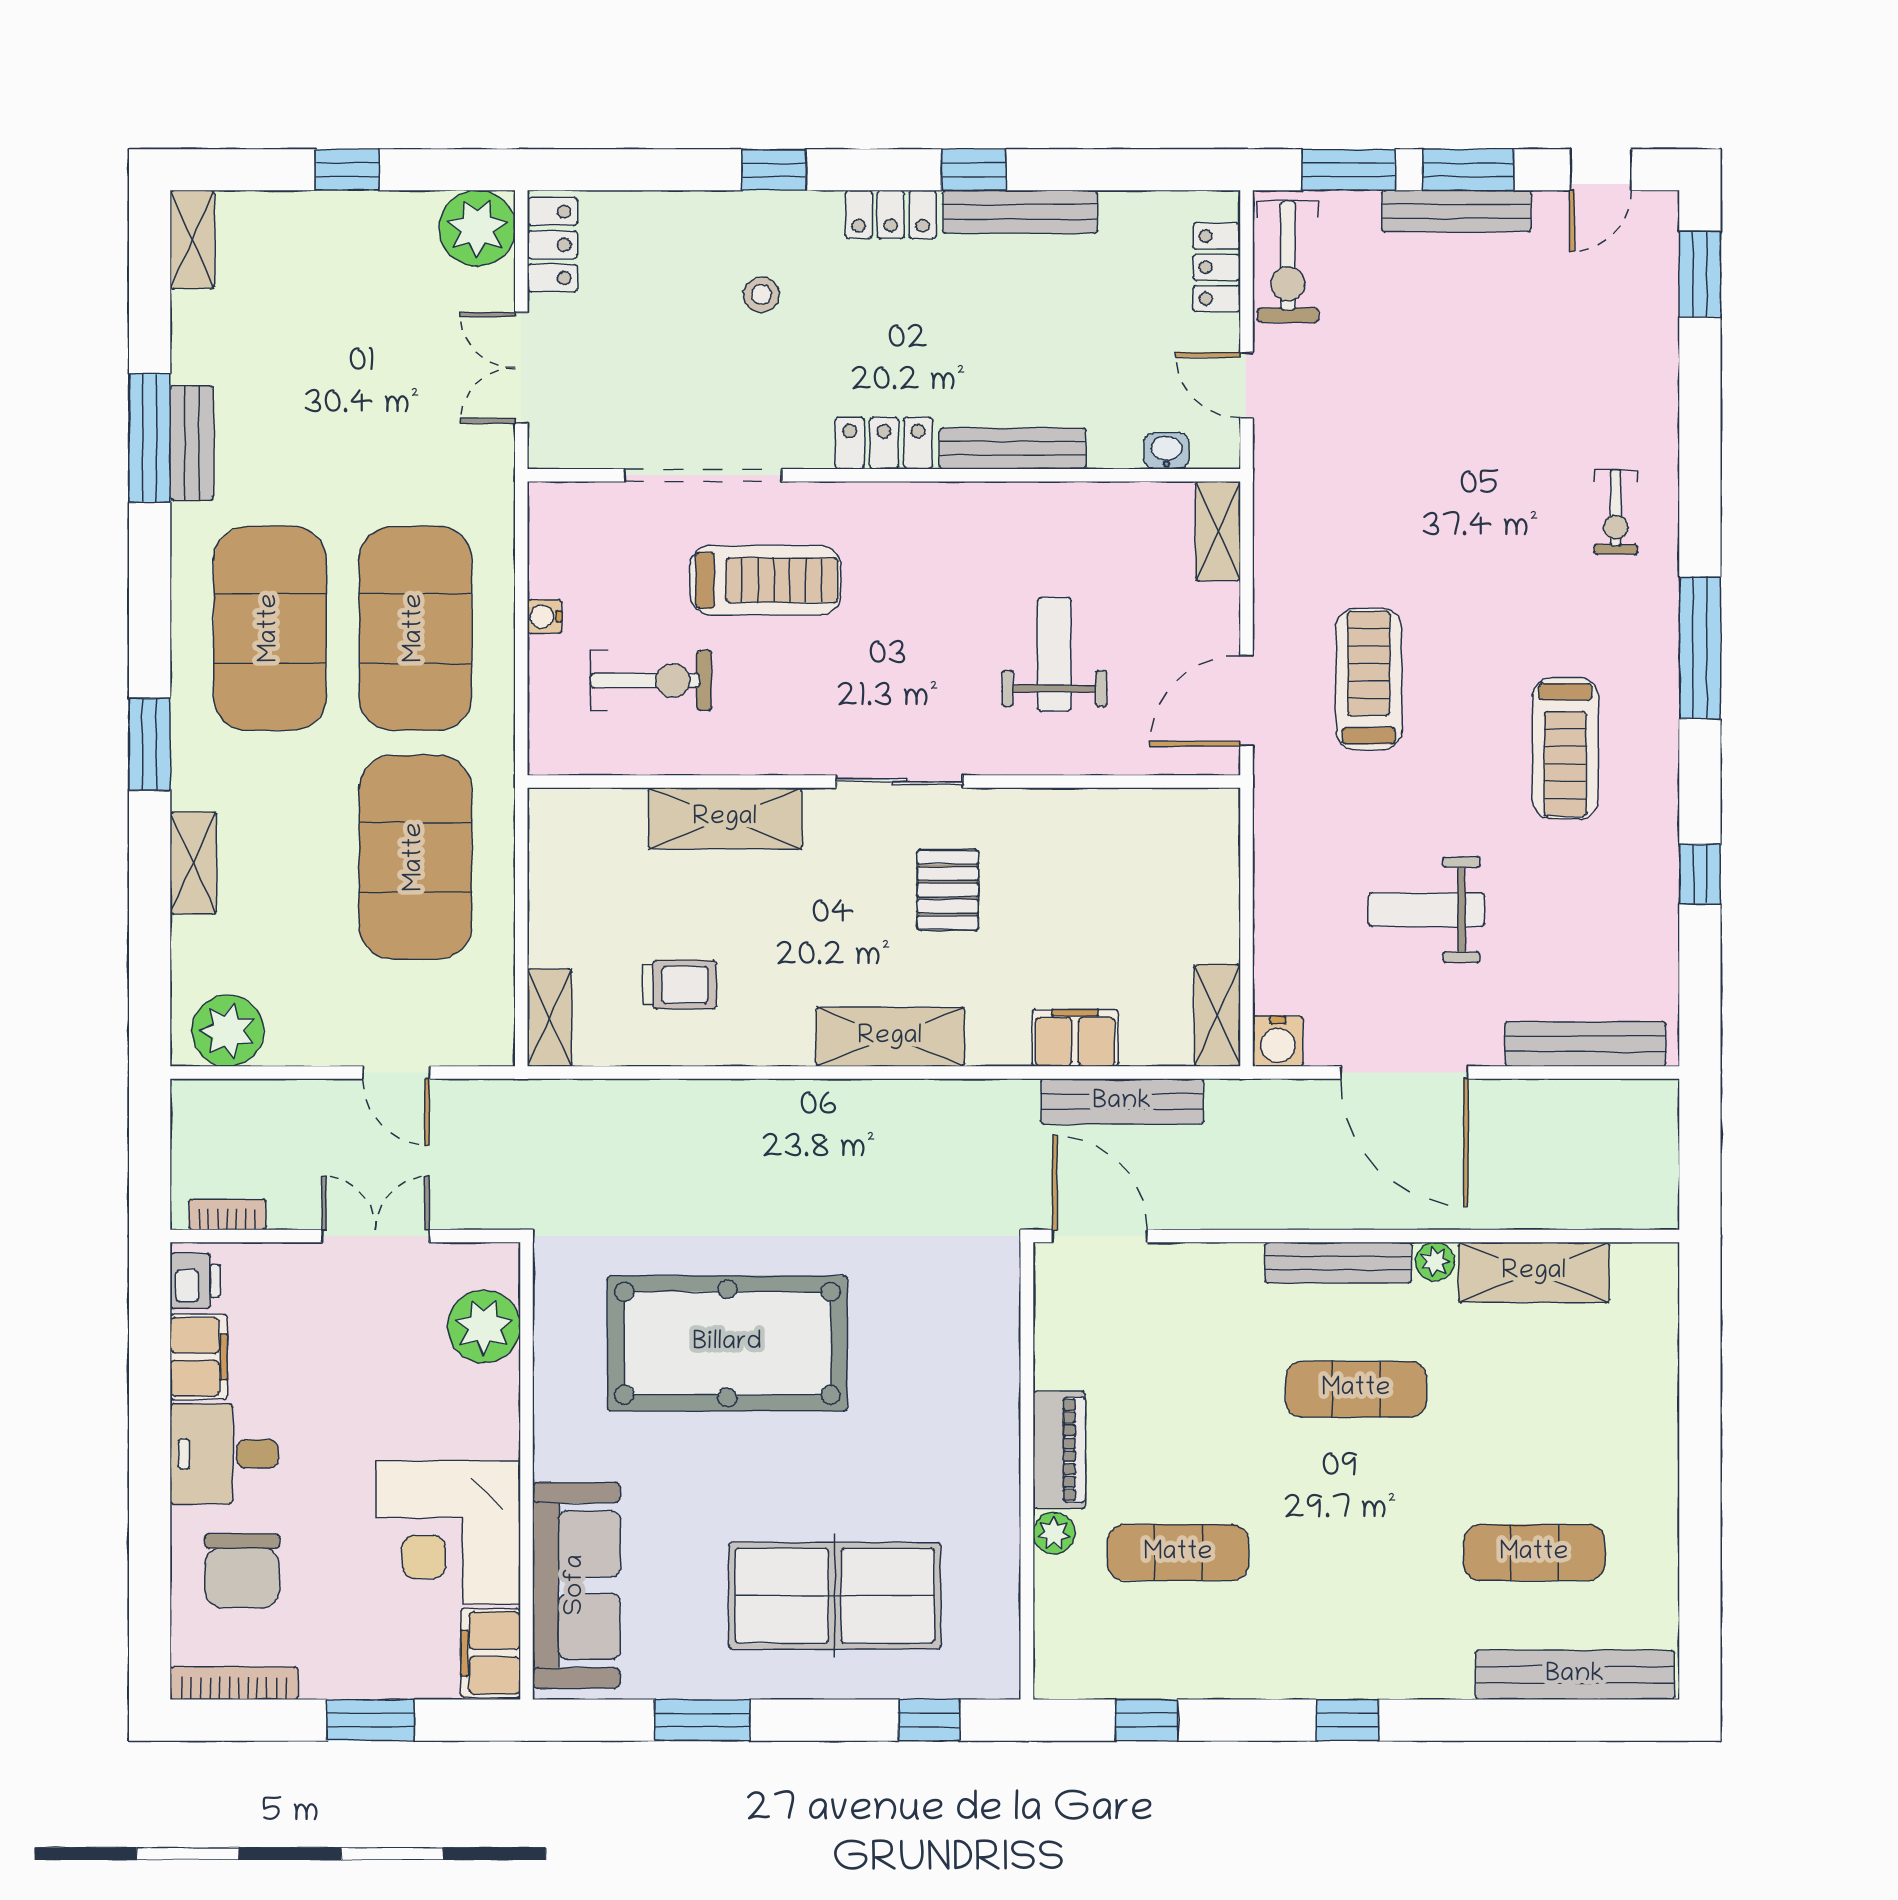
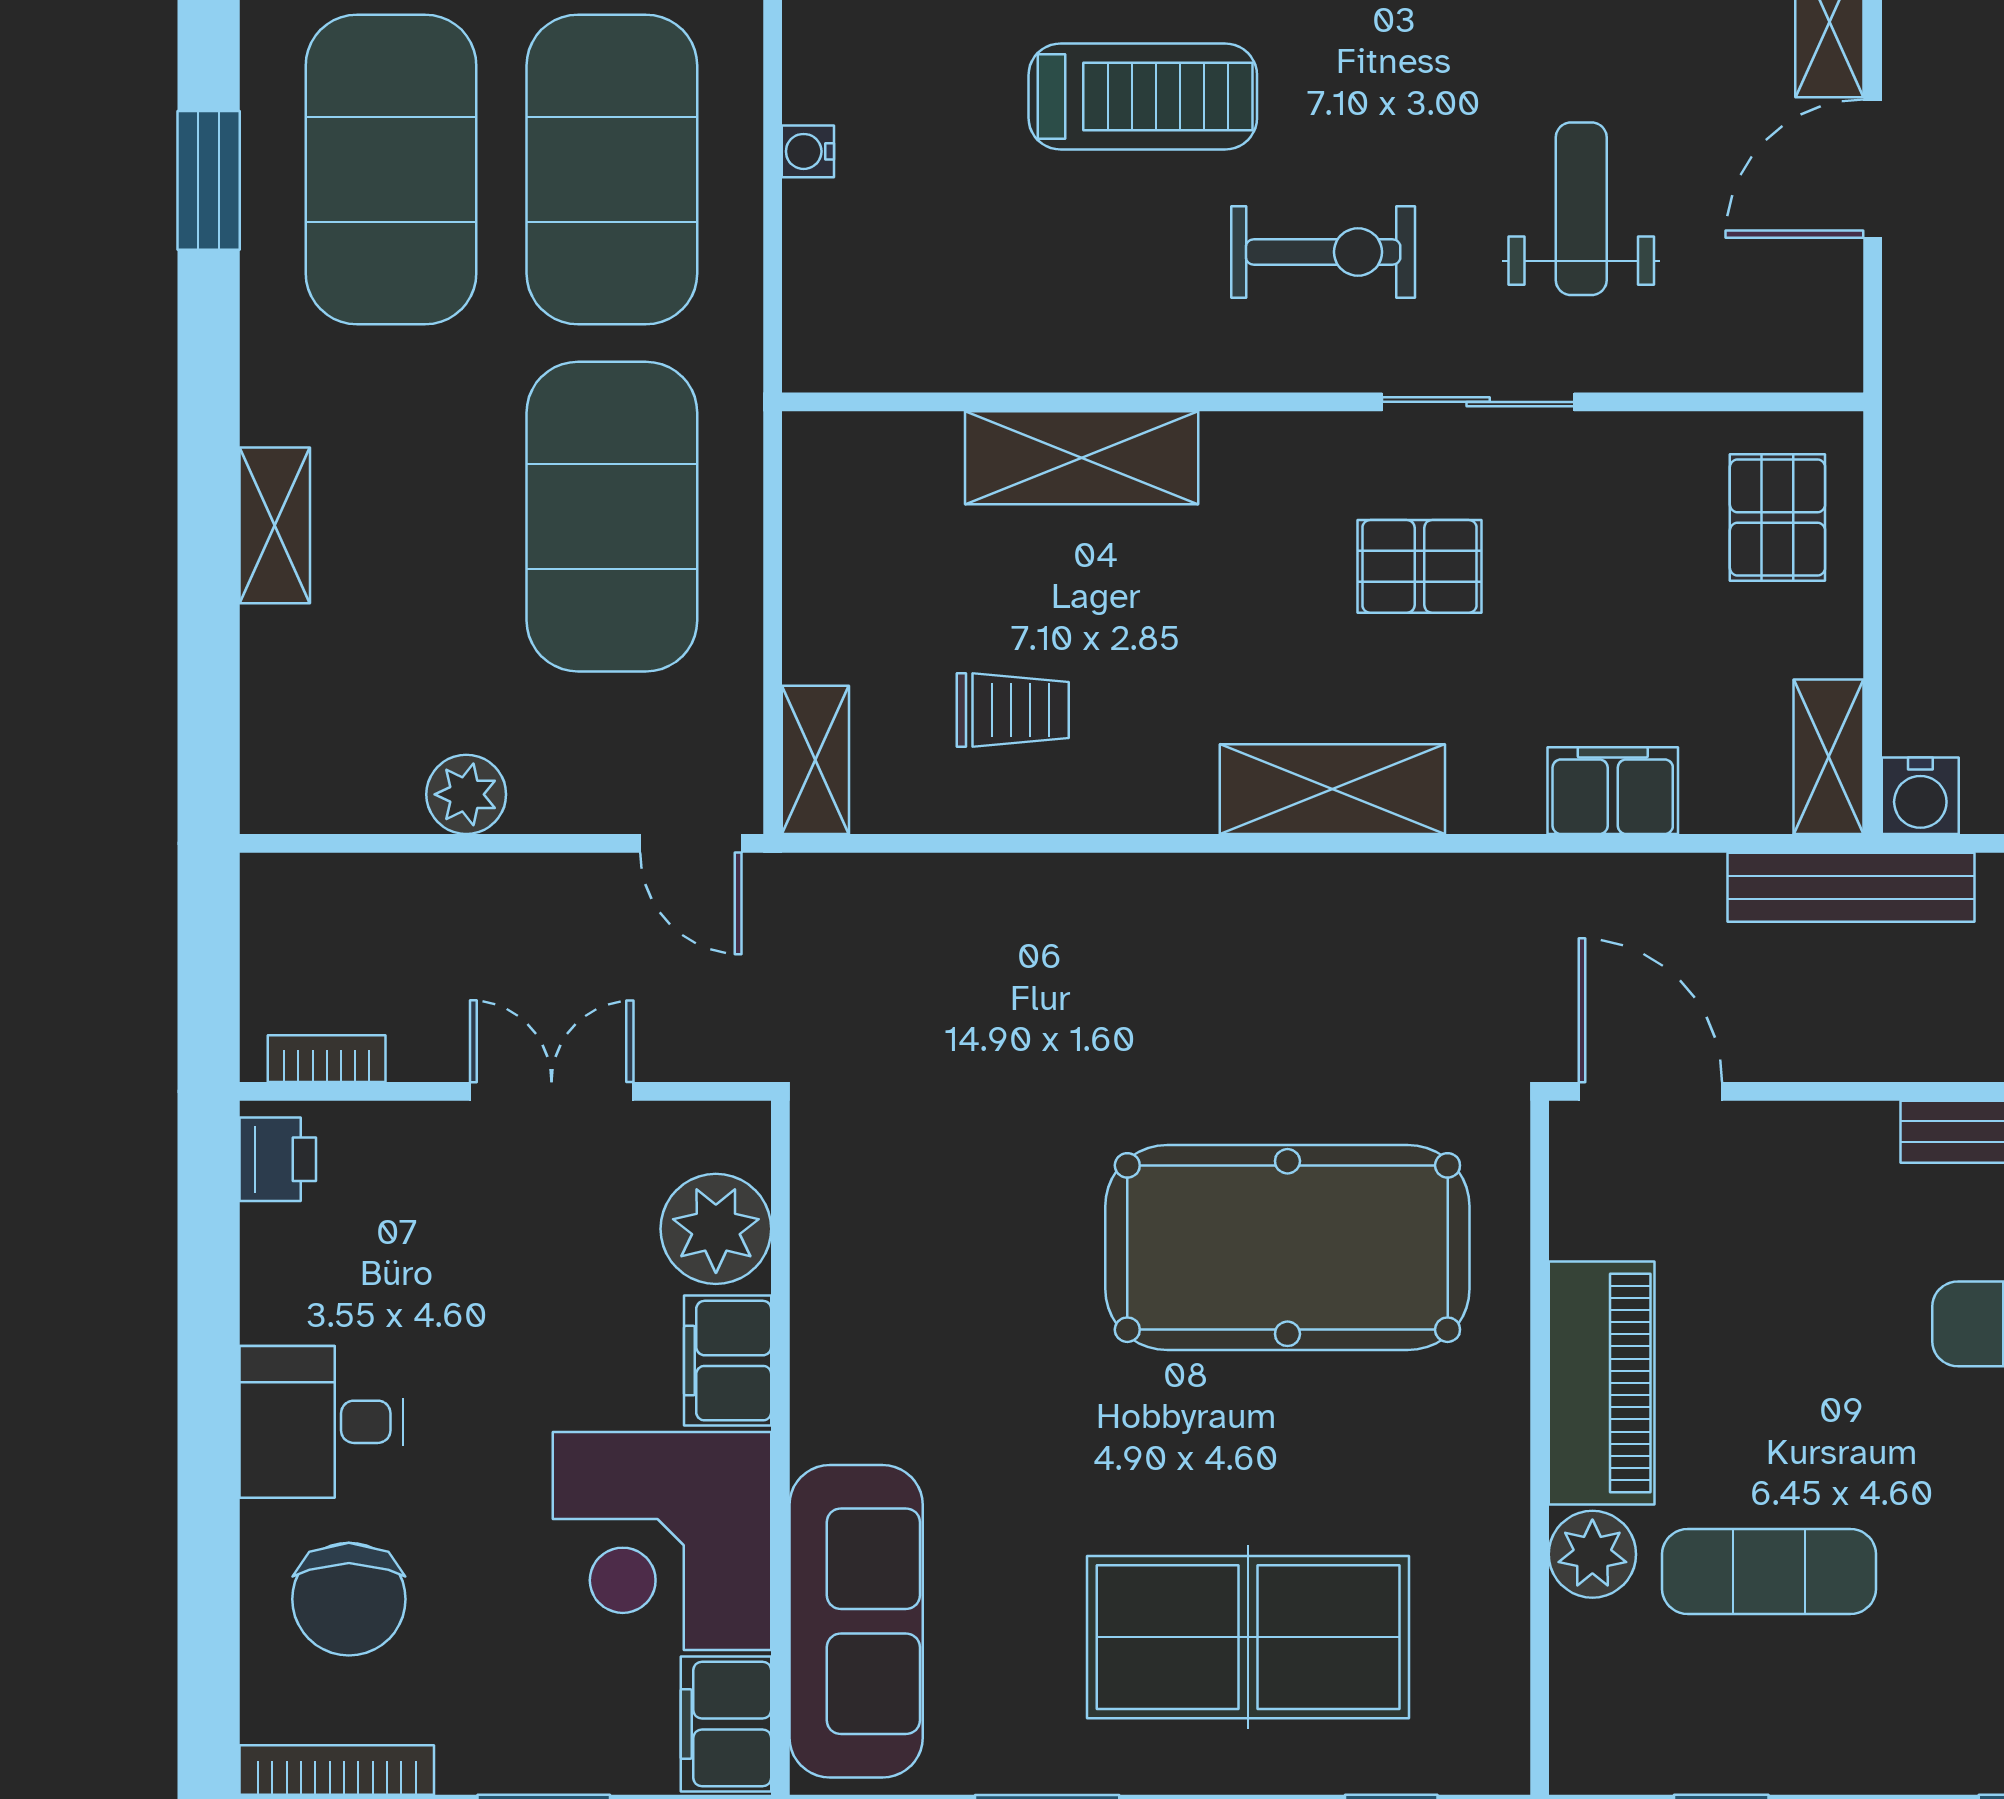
exercise bike: (651, 680) -> (1323, 252), moved
door: (1246, 701) -> (1873, 169), moved
window: (150, 744) -> (209, 180), moved
sliding door: (900, 782) -> (1478, 402), moved
pallet: (1184, 858) -> (1777, 517), added
pallet: (948, 890) -> (1419, 566), turned 90
plant: (228, 1031) -> (466, 794), moved, width x0.73, depth x0.73
door: (396, 1073) -> (691, 843), moved
bench: (1122, 1102) -> (1851, 887), moved
pool table: (727, 1343) -> (1287, 1248), moved
filing cabinet: (199, 1357) -> (728, 1361), moved, turned 180
piano: (1059, 1450) -> (1602, 1383), width x1.37, depth x1.33
plant: (1054, 1533) -> (1592, 1554), width x1.38, depth x1.38

